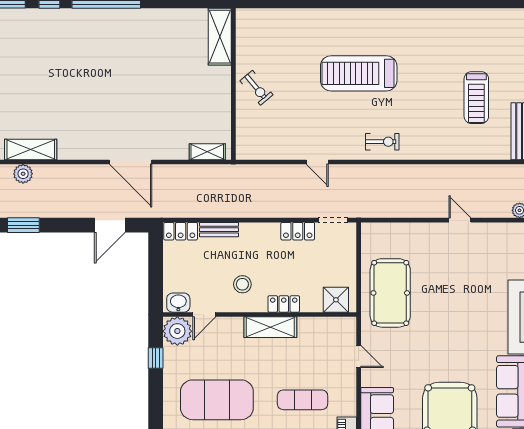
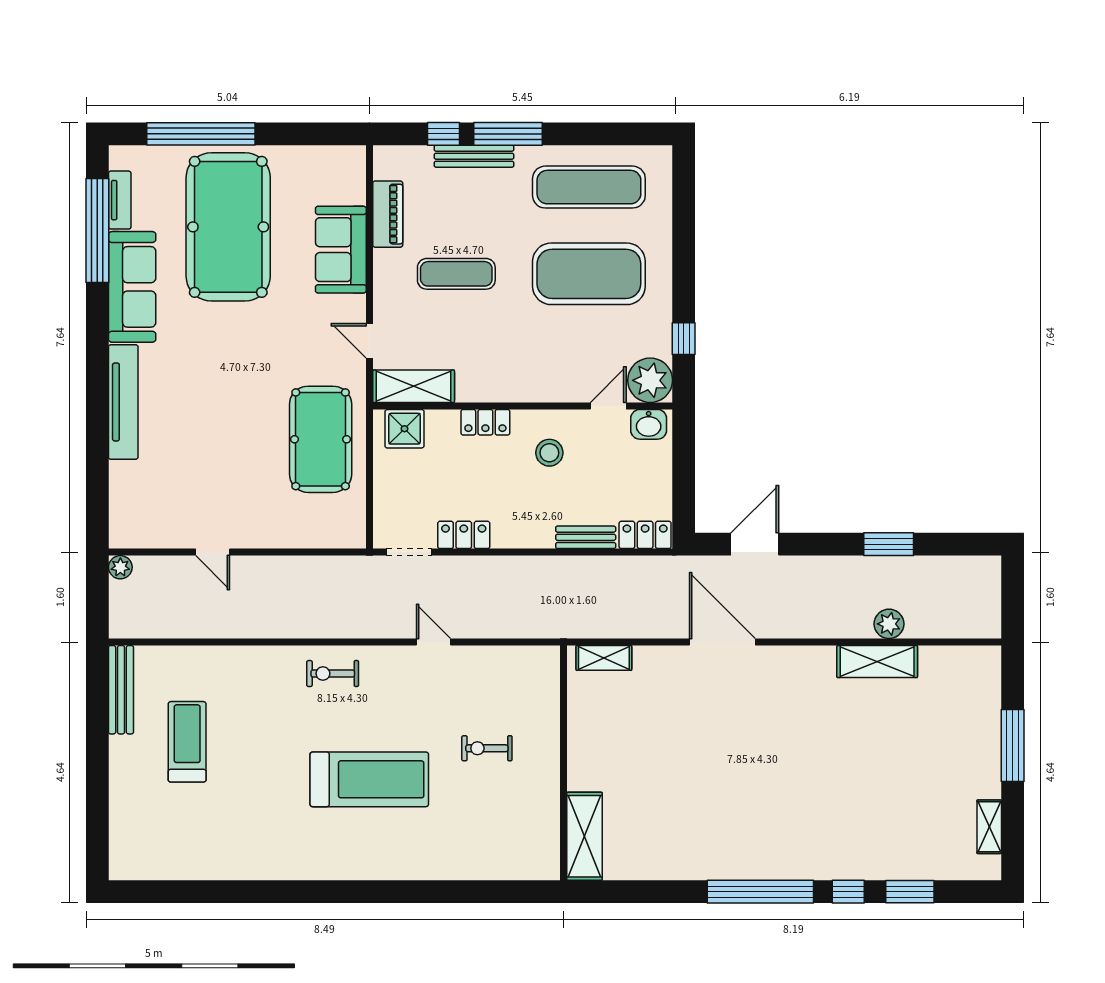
exercise bike: (256, 88) -> (487, 748), moved, turned -50
shelving: (270, 327) -> (414, 386), moved

